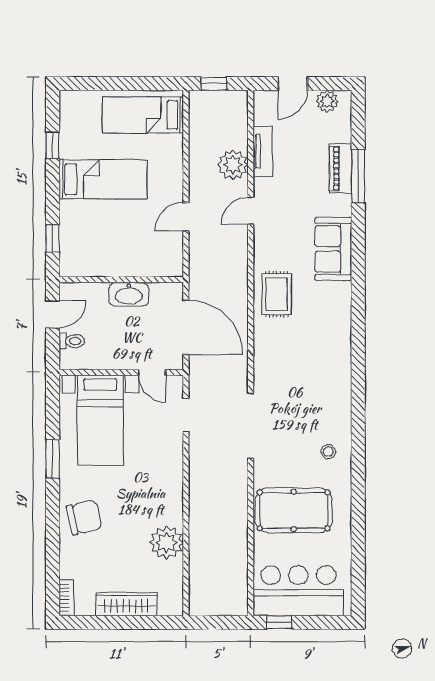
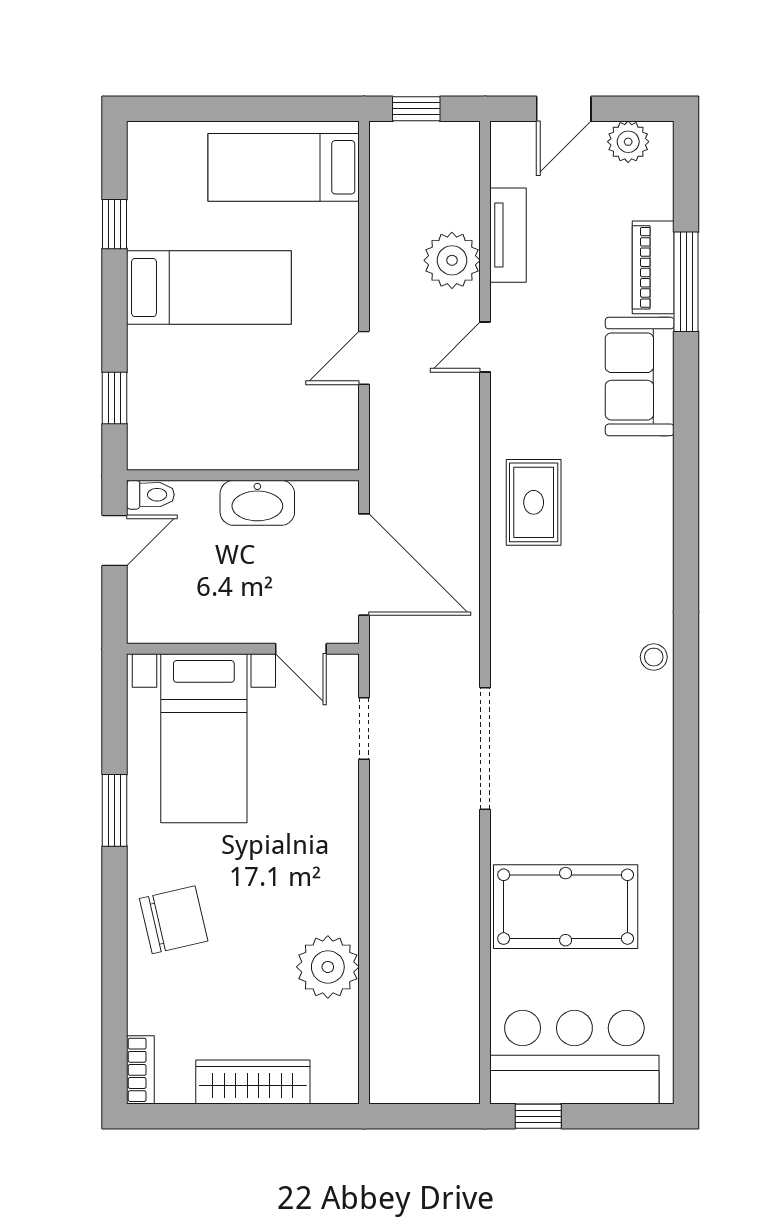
sofa: (333, 249) -> (640, 376), moved
toilet: (72, 341) -> (150, 495), moved
stool: (328, 452) -> (654, 657), moved

